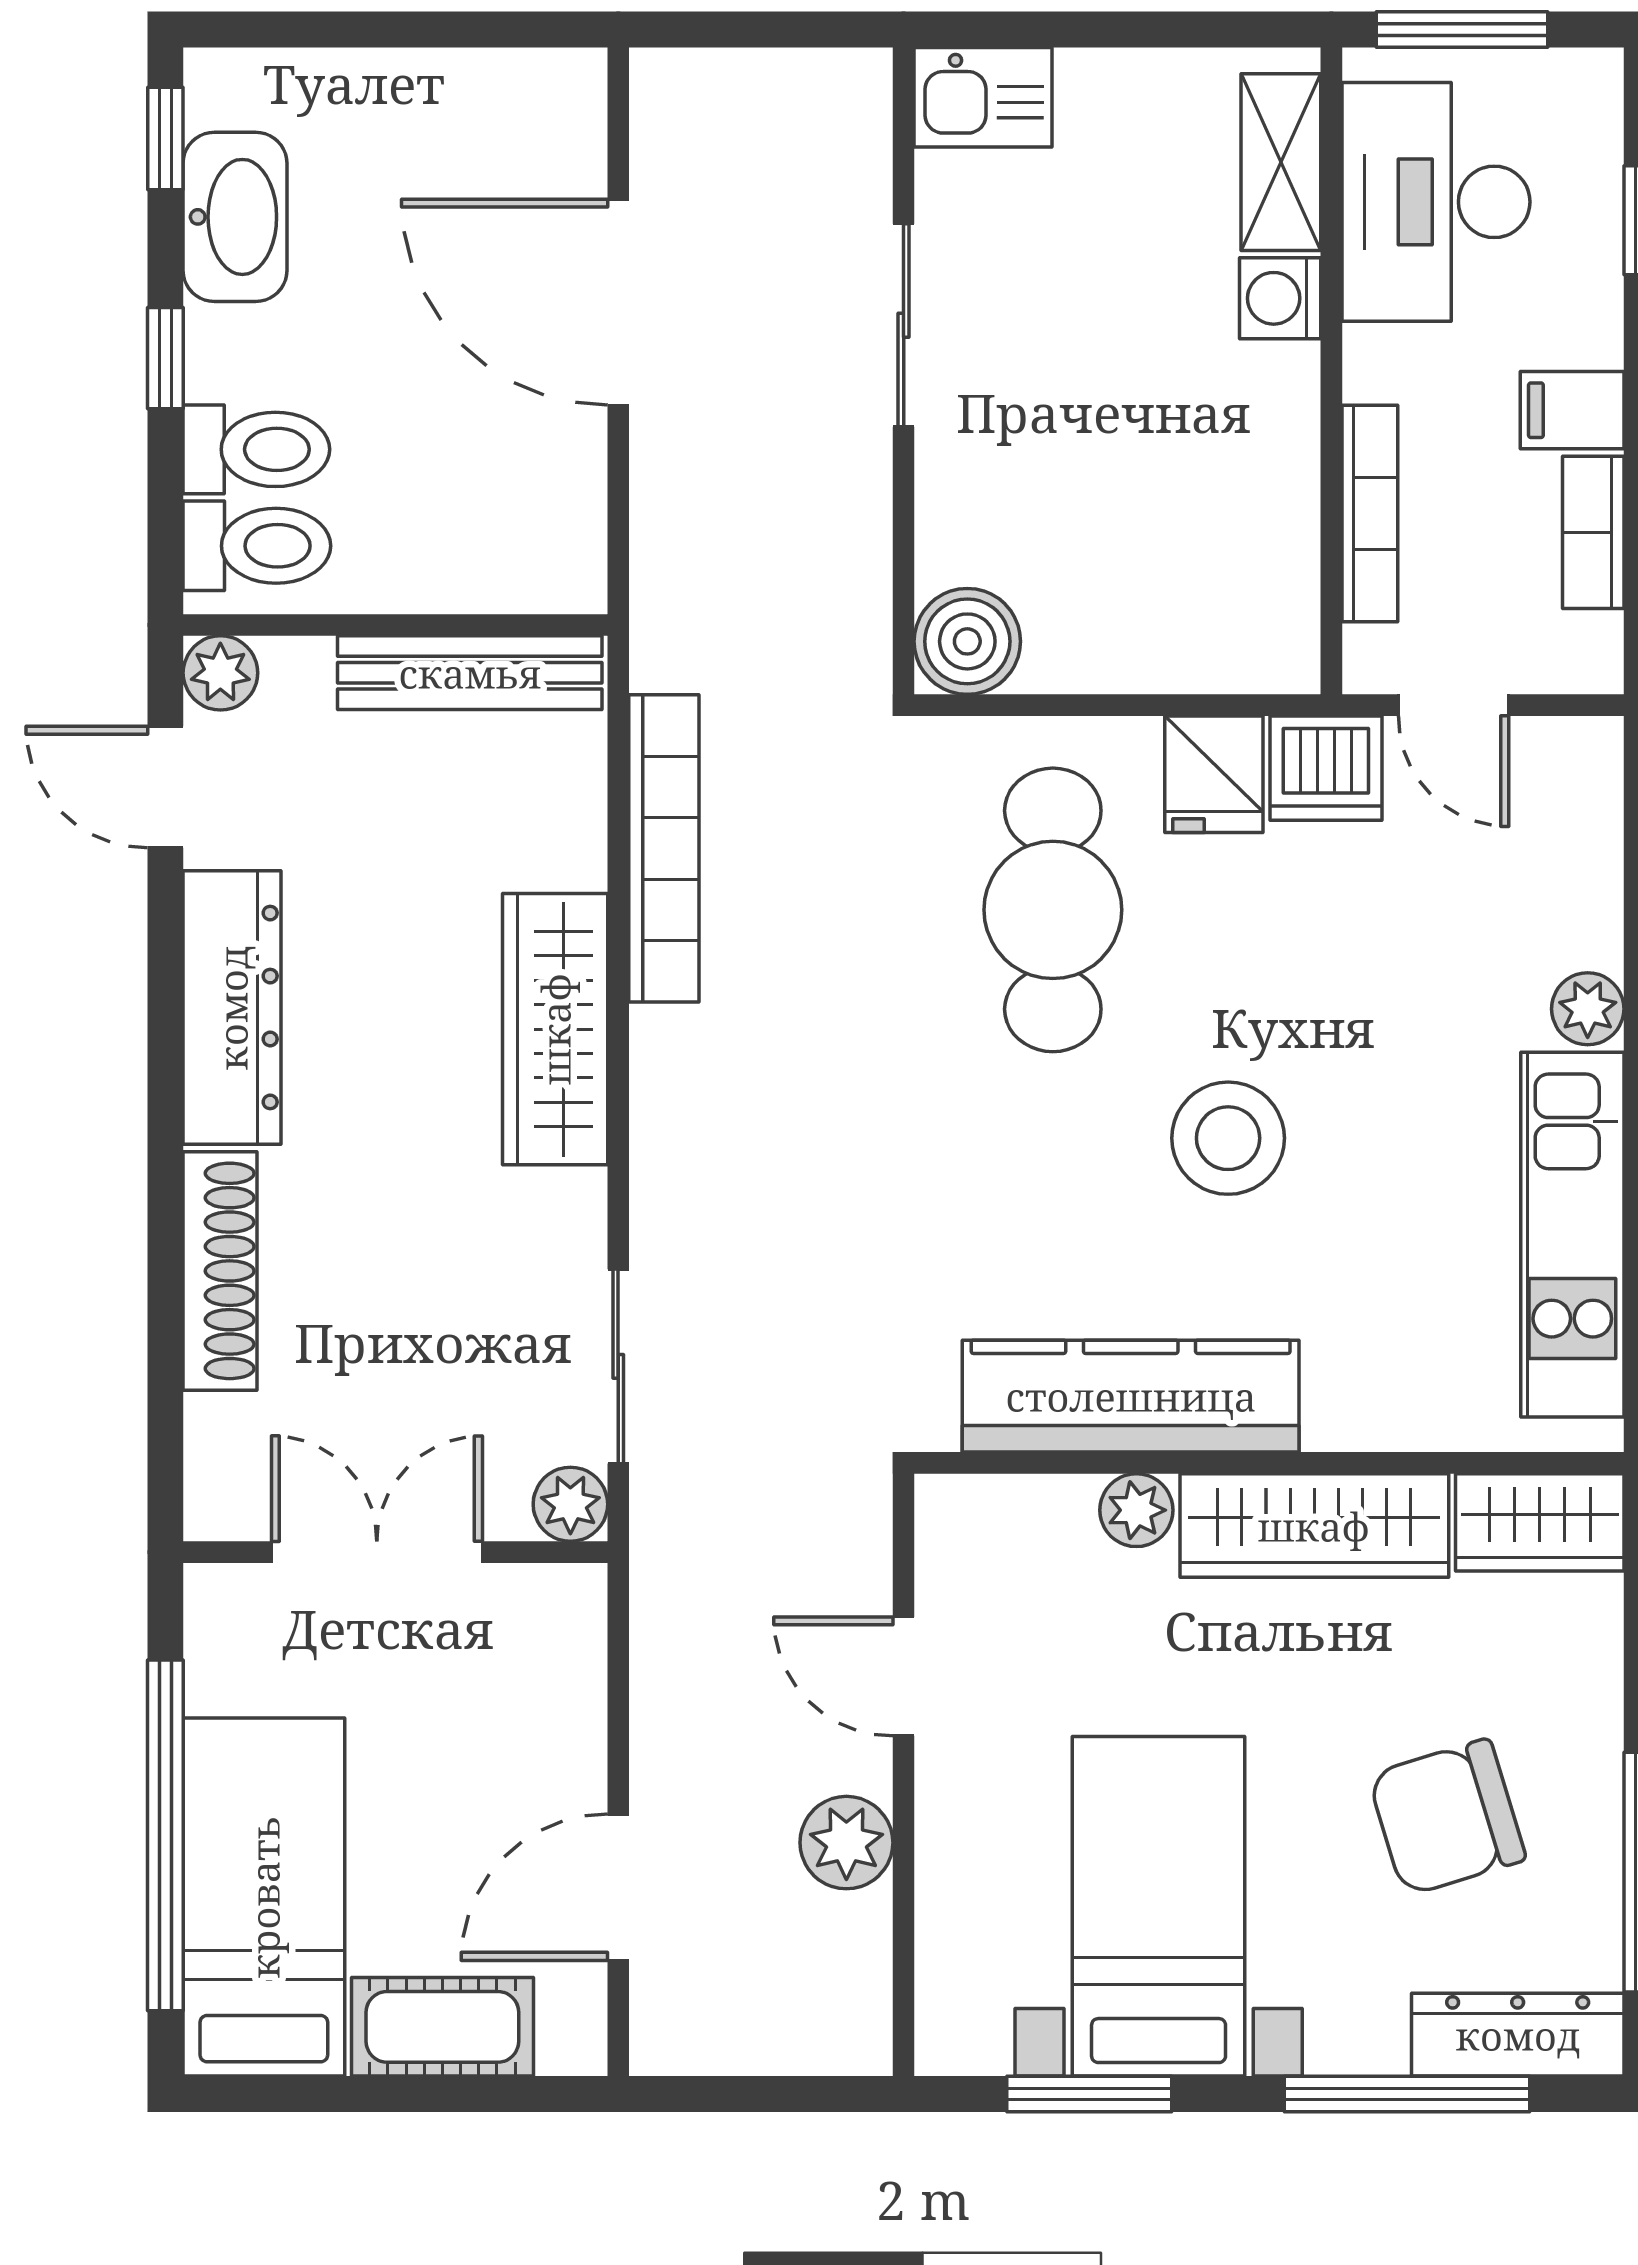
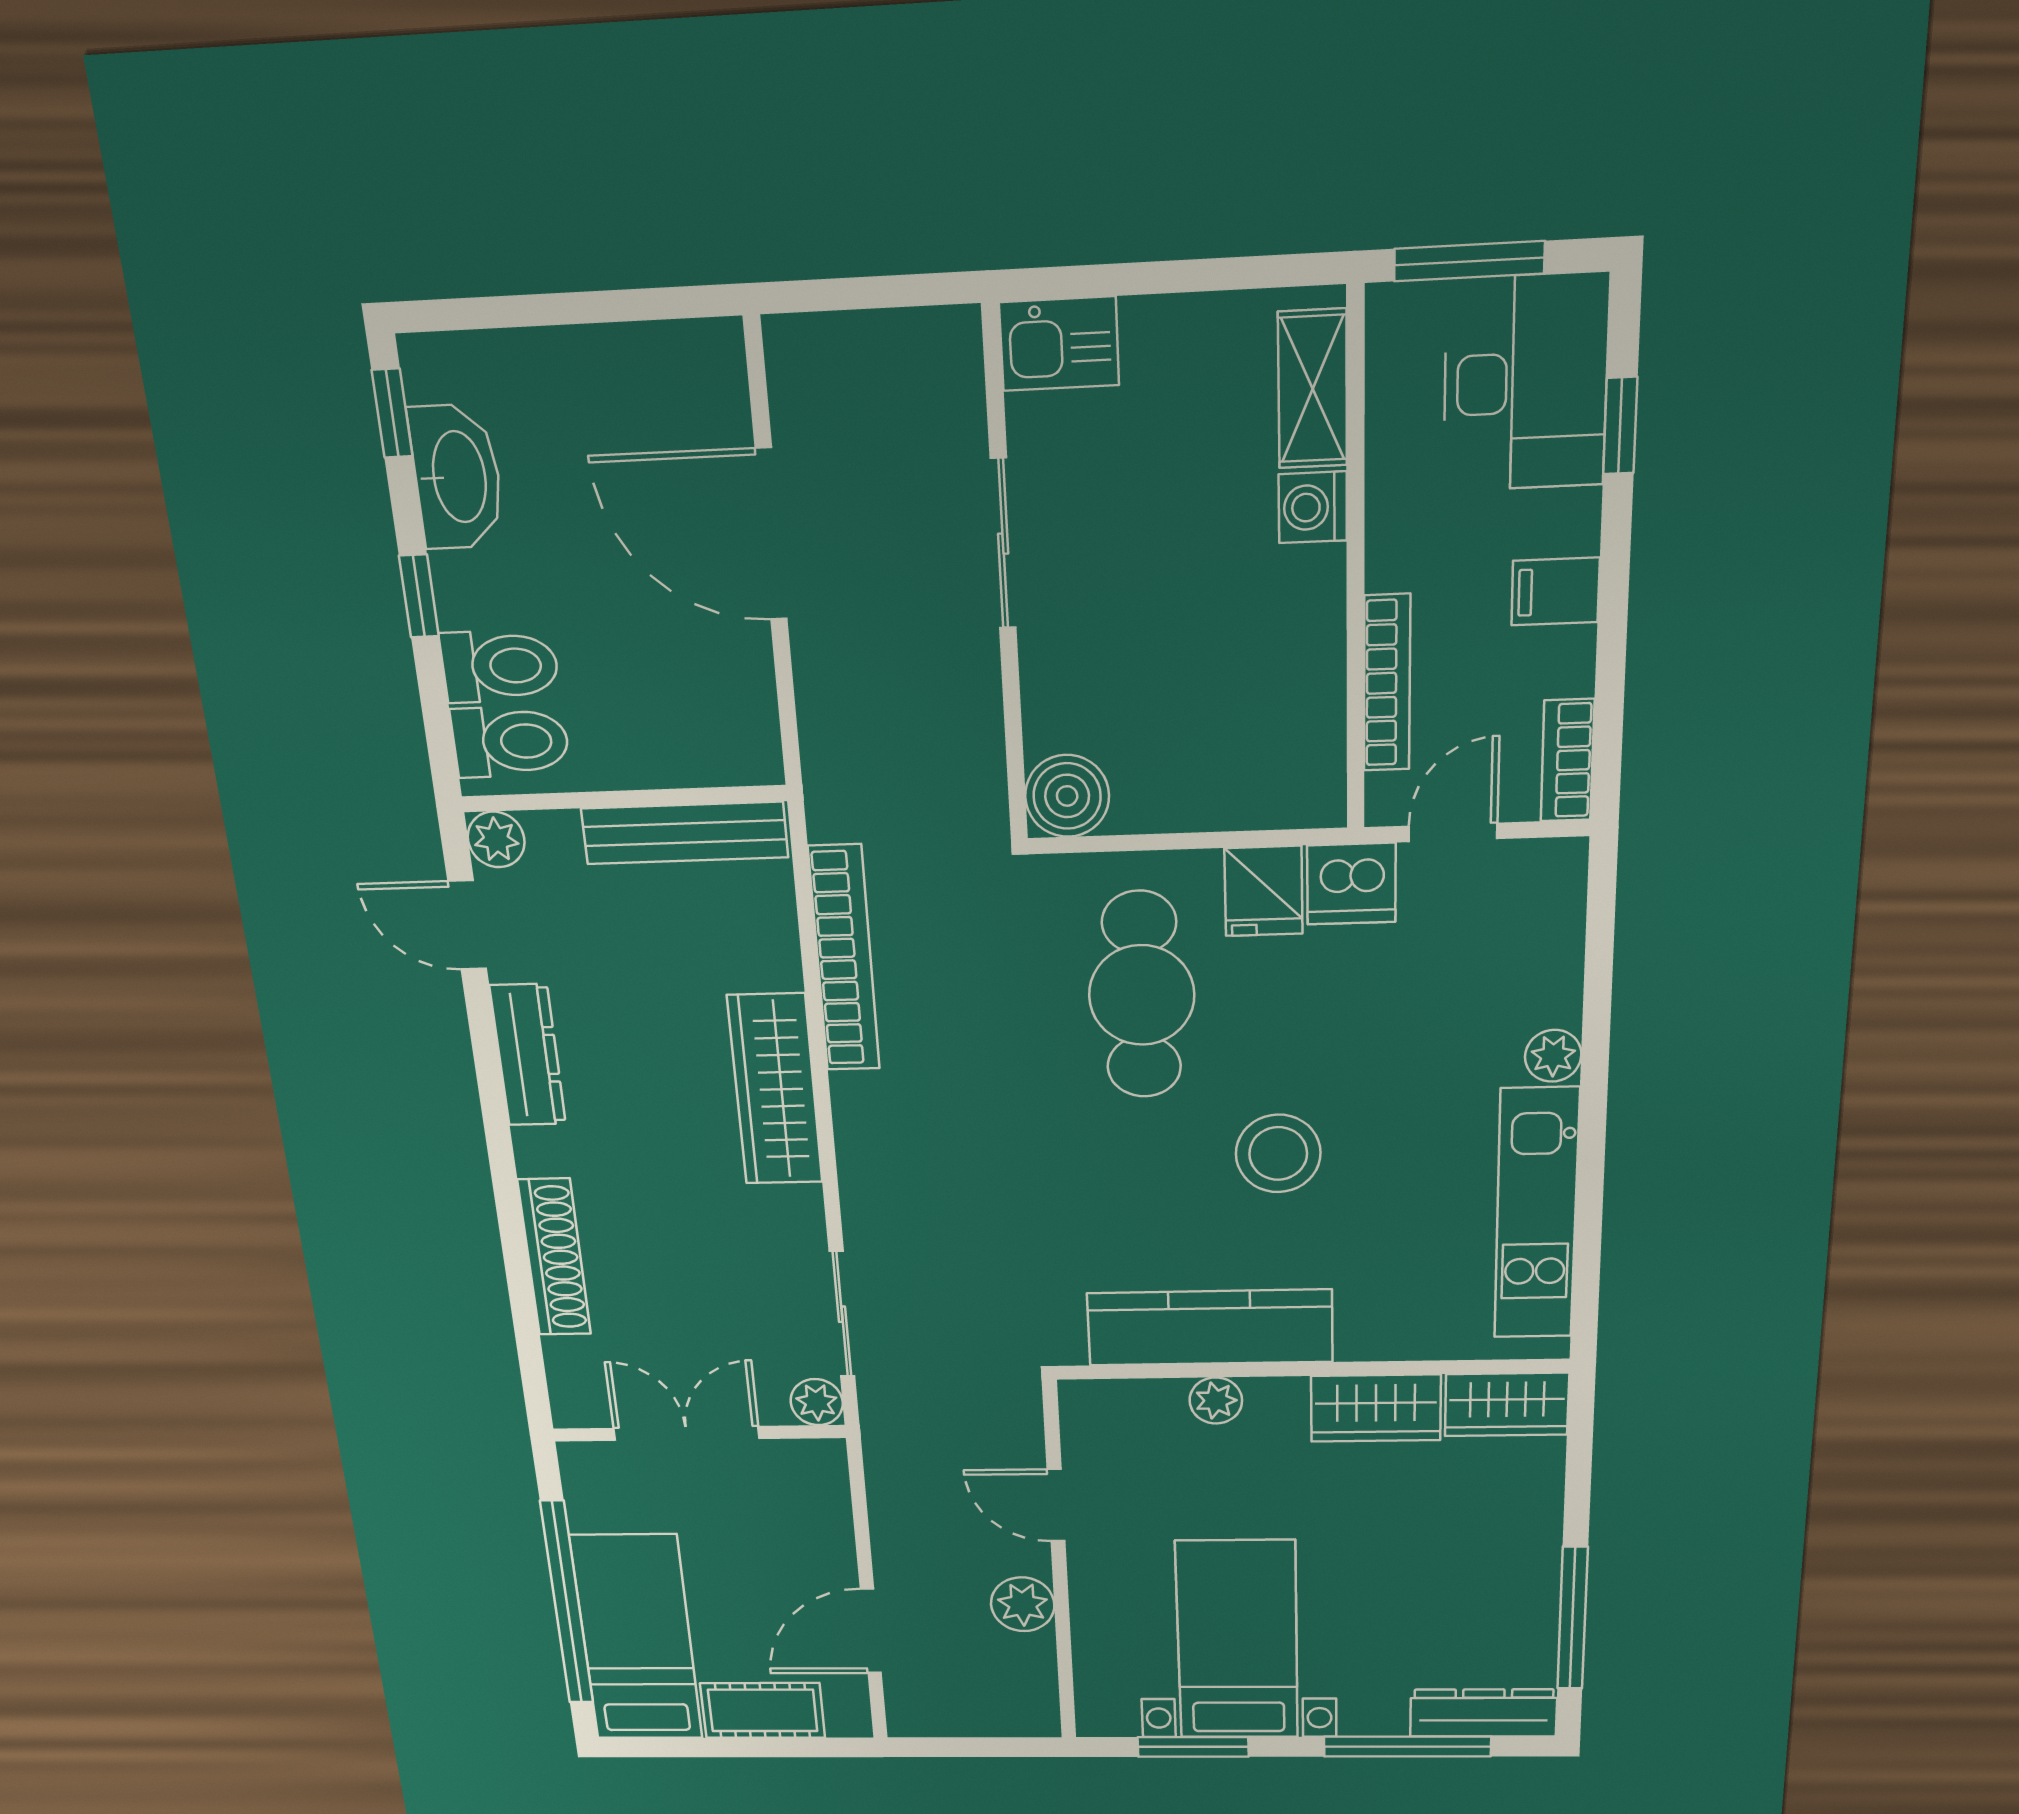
desk: (1436, 202) -> (1526, 383), moved, turned 180
bookcase: (1593, 532) -> (1567, 760), moved
door: (1454, 705) -> (1453, 832), swing flipped
dresser: (232, 1008) -> (528, 1055), width x0.73, depth x0.80
wardrobe: (1314, 1526) -> (1376, 1408), width x0.67
chair: (1447, 1817) -> (1437, 1587), removed

